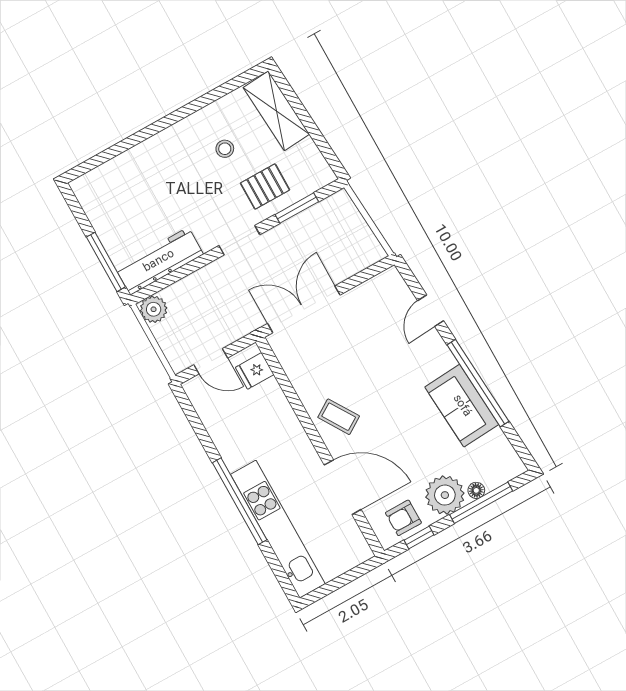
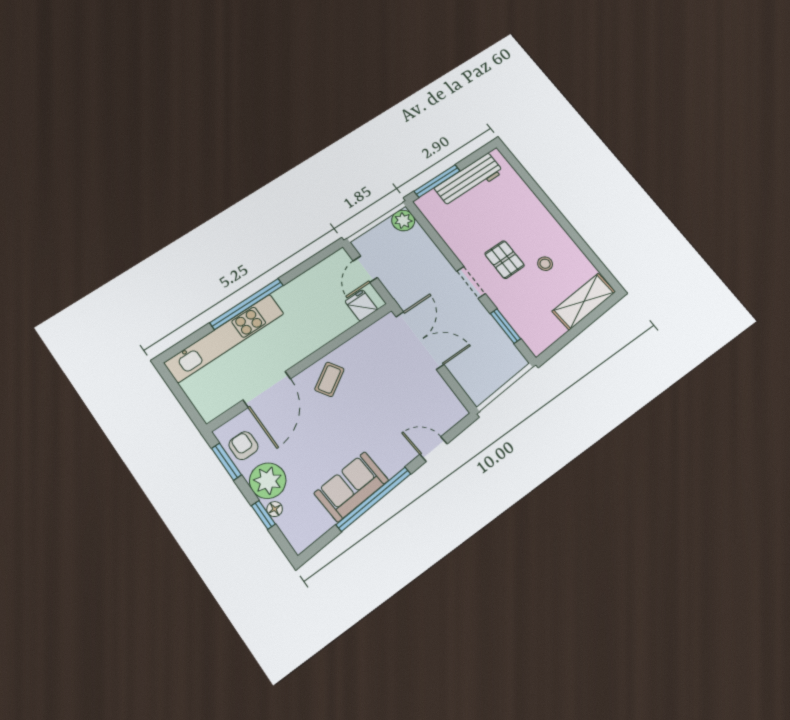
pallet: (265, 187) -> (505, 260), moved
workbench: (159, 261) -> (469, 180), moved, turned 90
window: (481, 503) -> (263, 515), width x0.46
window: (419, 538) -> (226, 462), width x1.50

